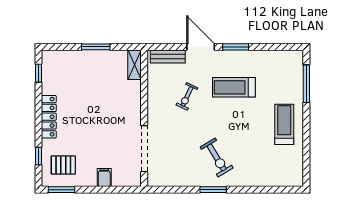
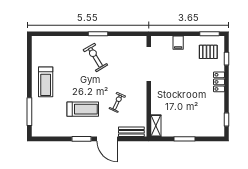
locker: (49, 117) -> (219, 82), width x0.66

